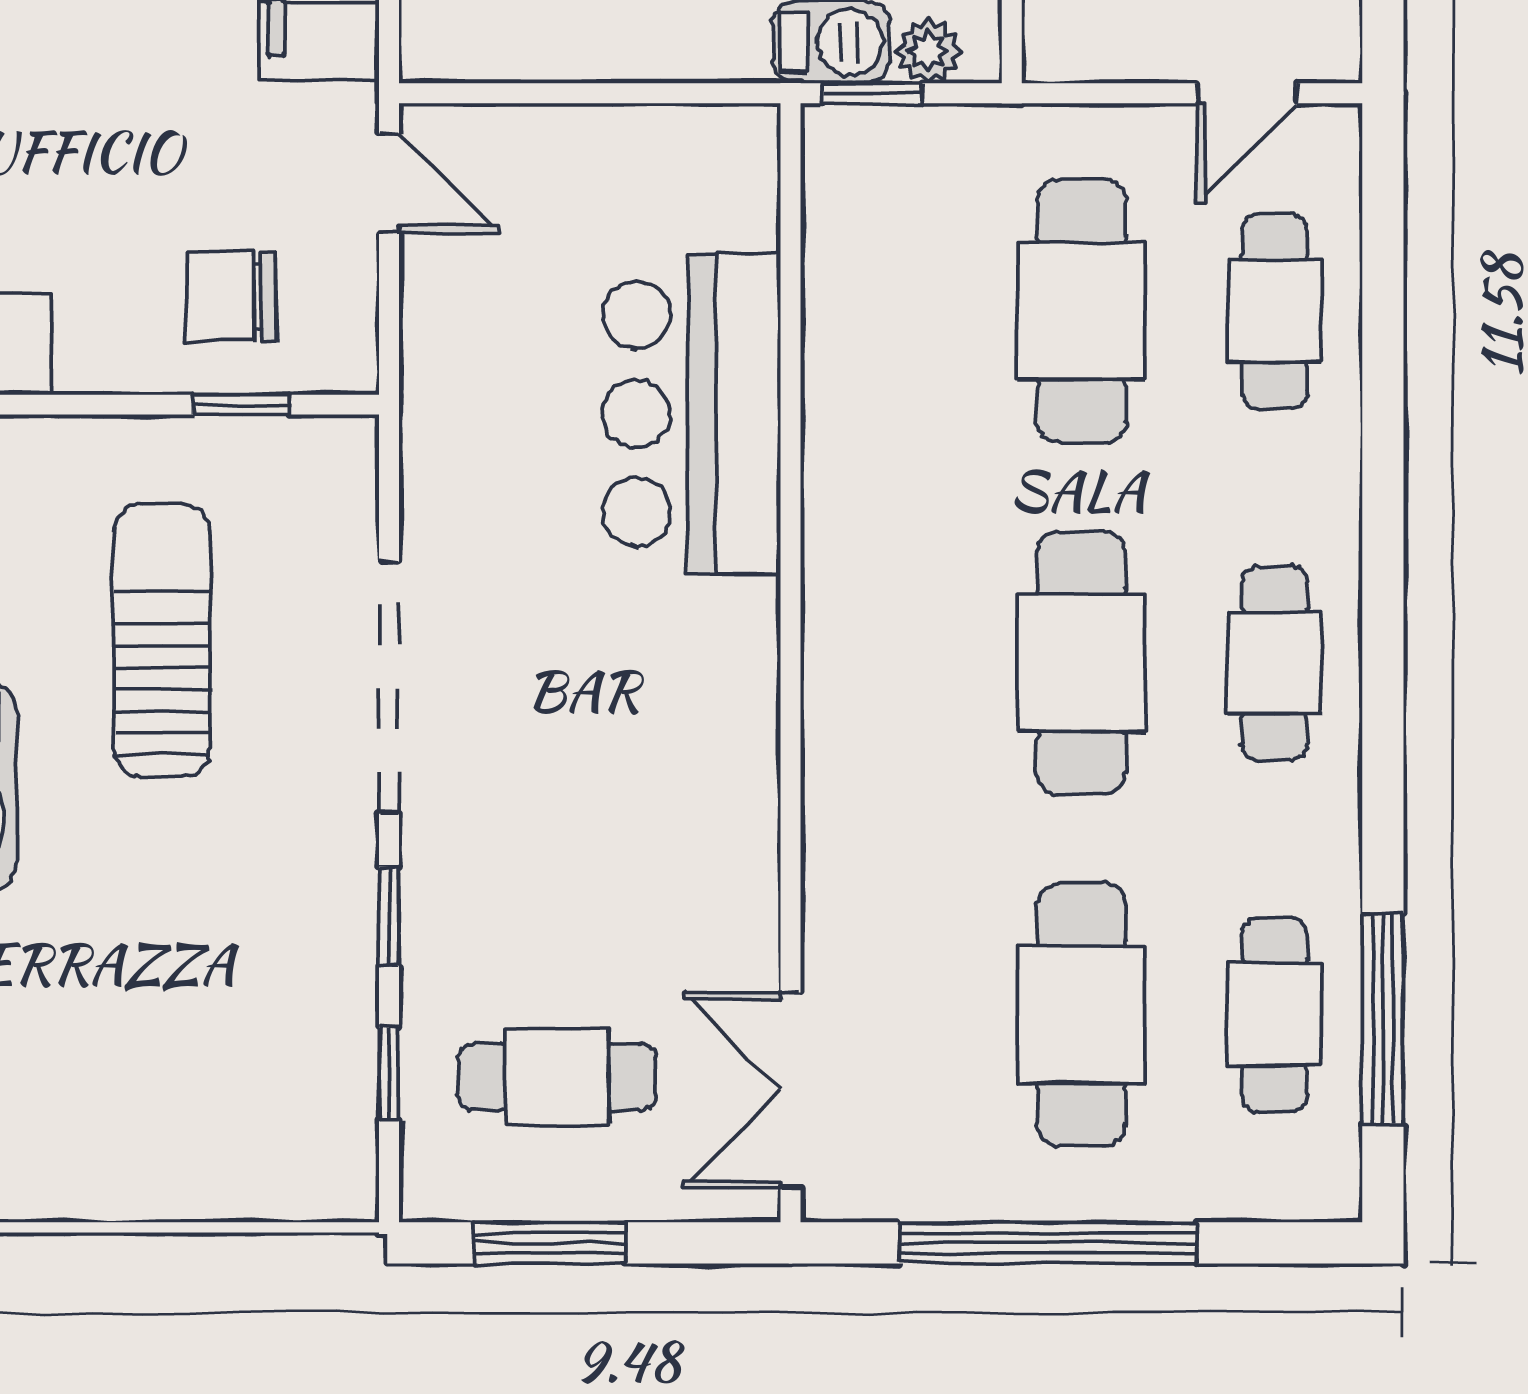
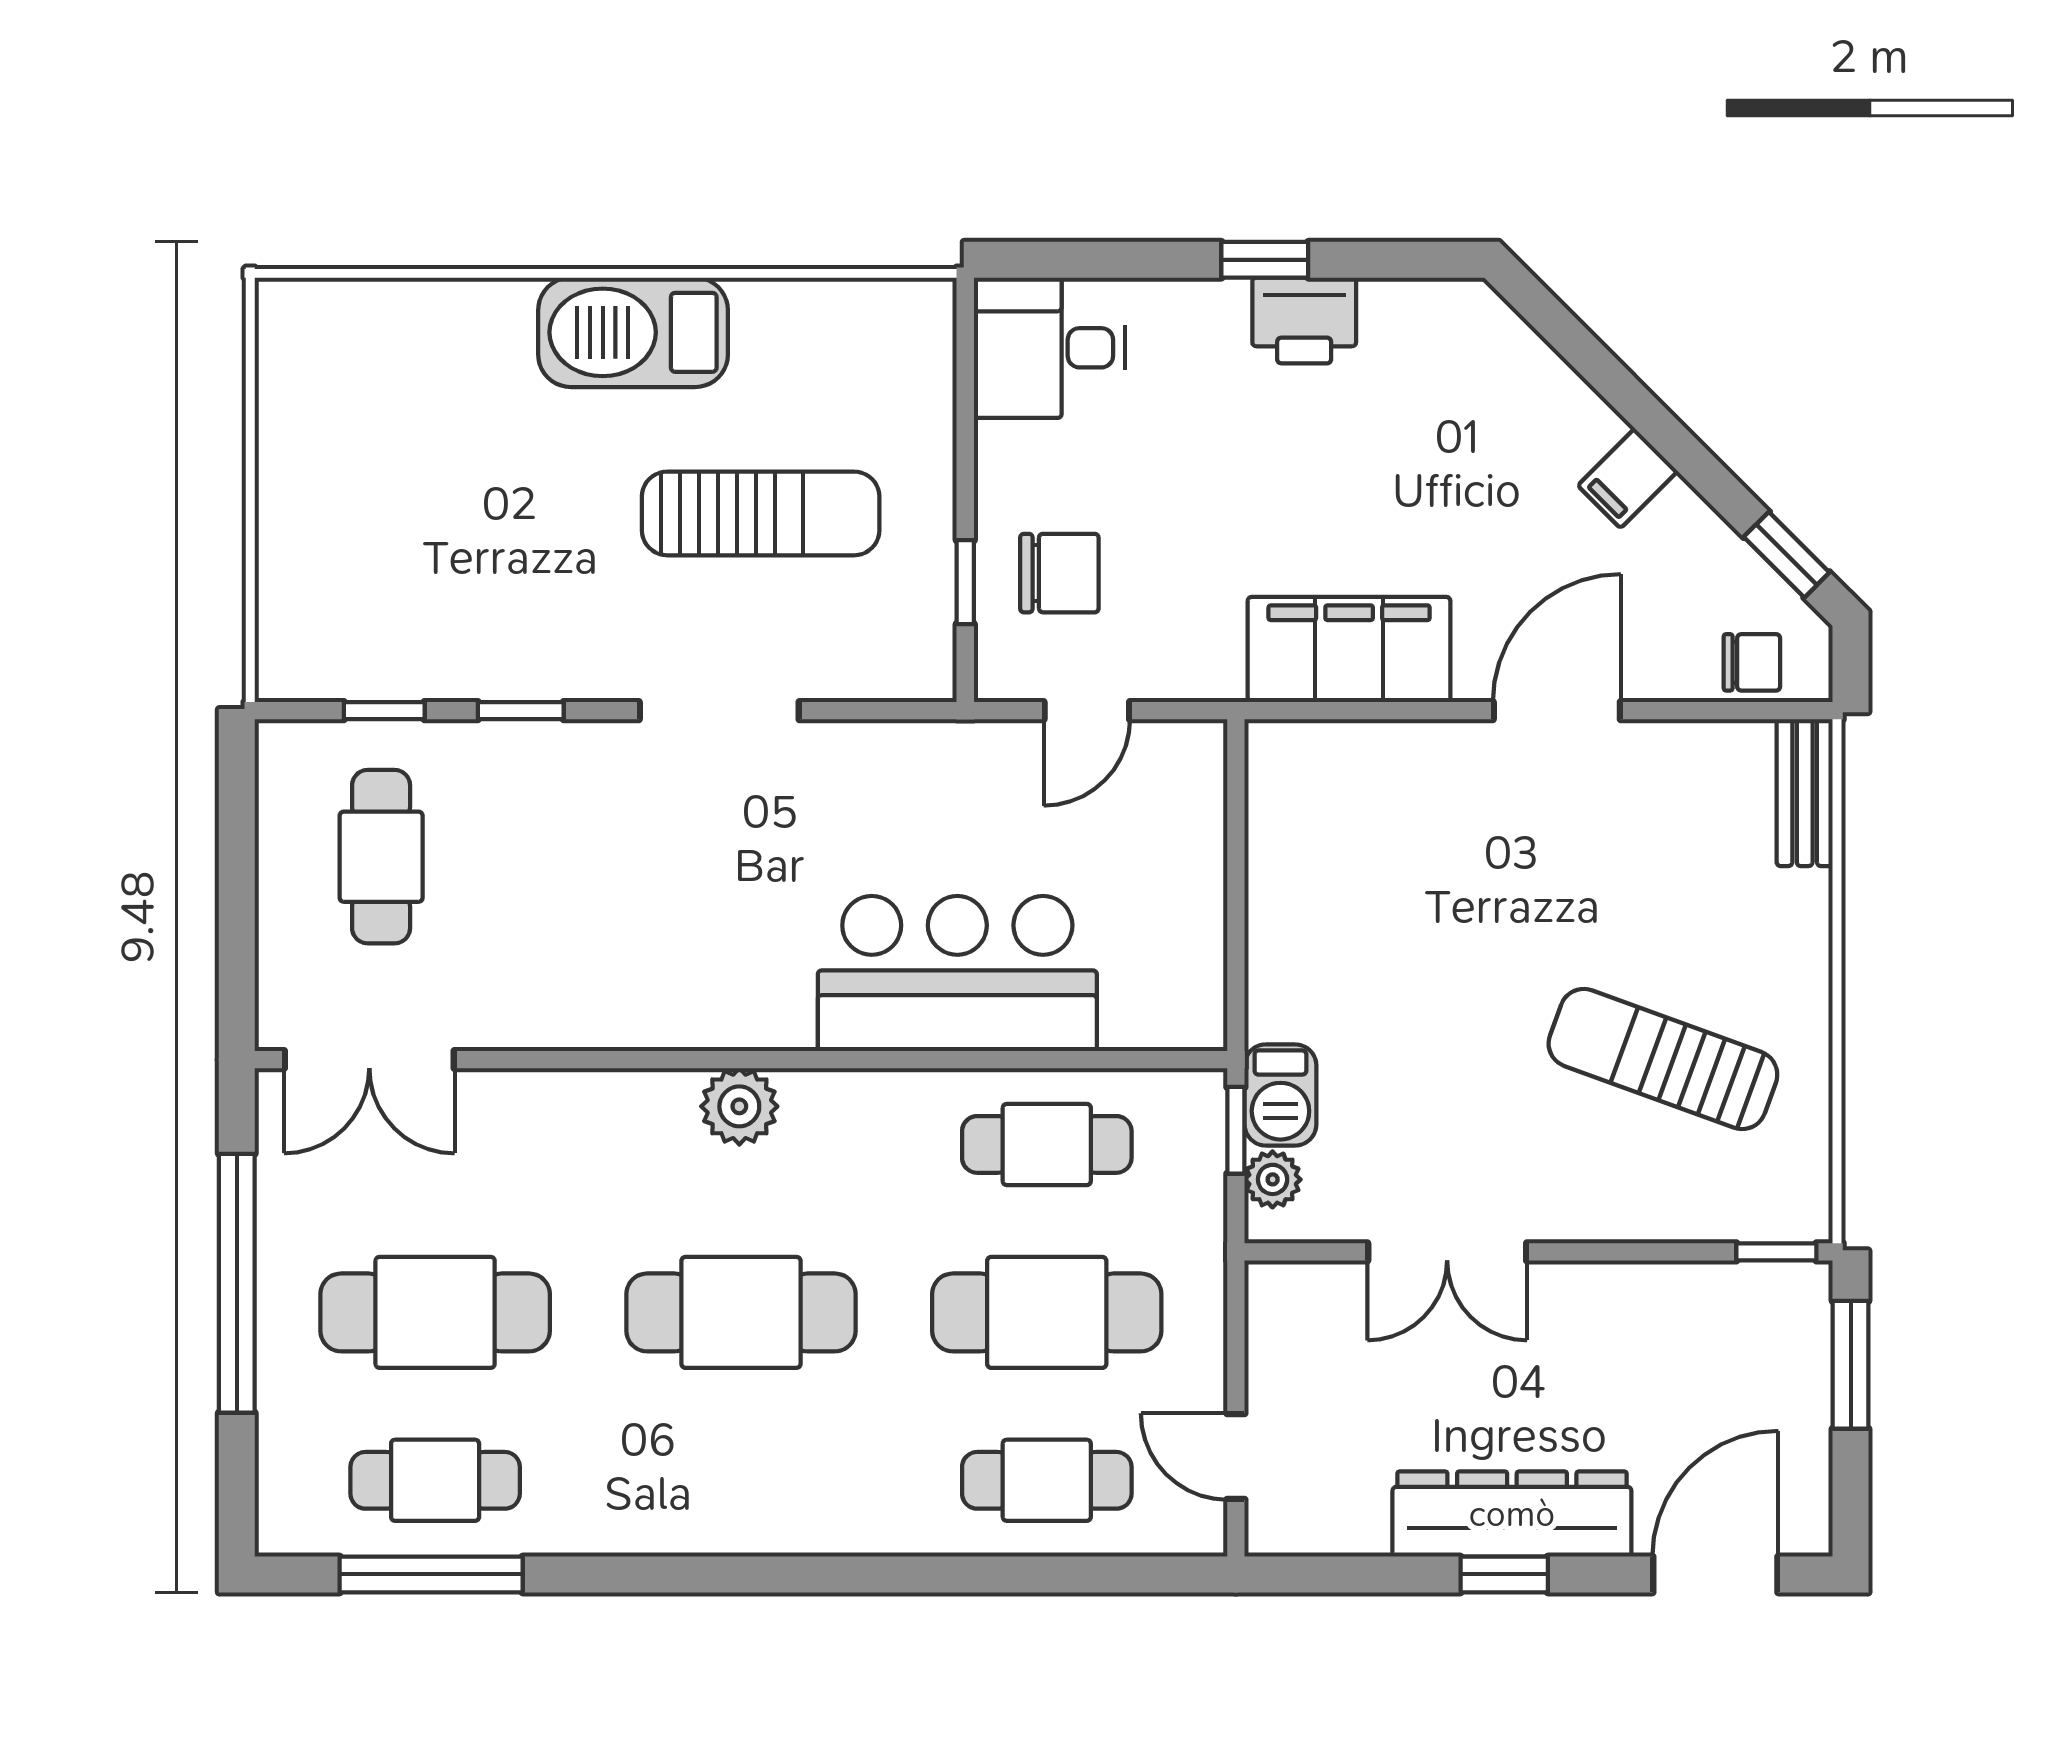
door: (389, 183) -> (1087, 711), moved
chair: (231, 296) -> (1059, 573), turned 90
cafe table: (1275, 663) -> (1047, 1144), moved
plant: (844, 665) -> (739, 1106), added
doorway: (389, 688) -> (719, 711), width x0.73
double door: (790, 1090) -> (369, 1060), swing flipped
window: (550, 1243) -> (237, 851), removed

